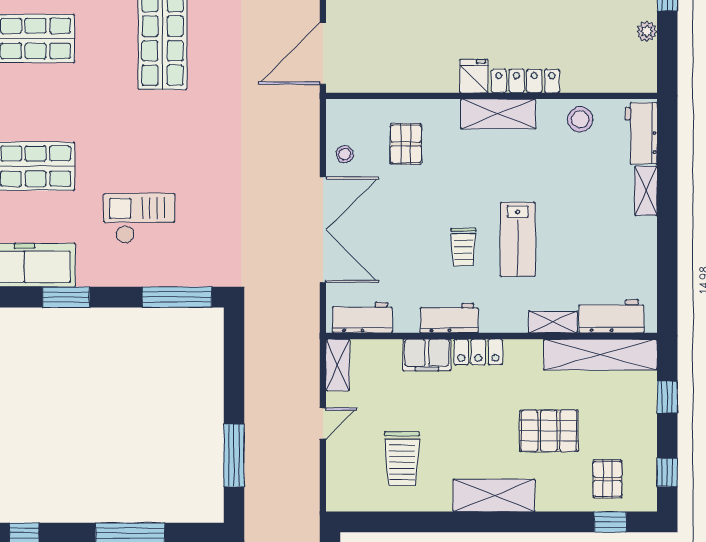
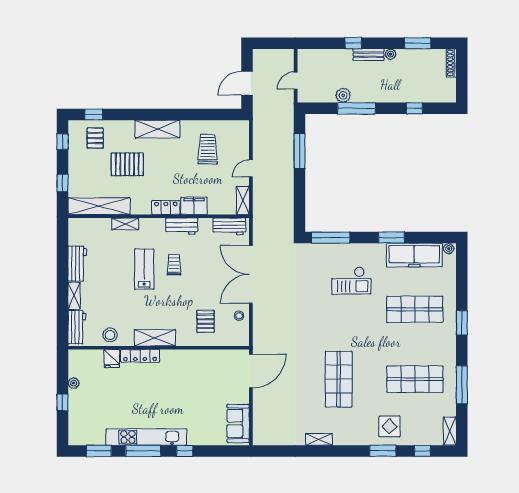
fridge: (474, 76) -> (112, 359), moved
workbench: (611, 316) -> (77, 264), moved, turned -90

